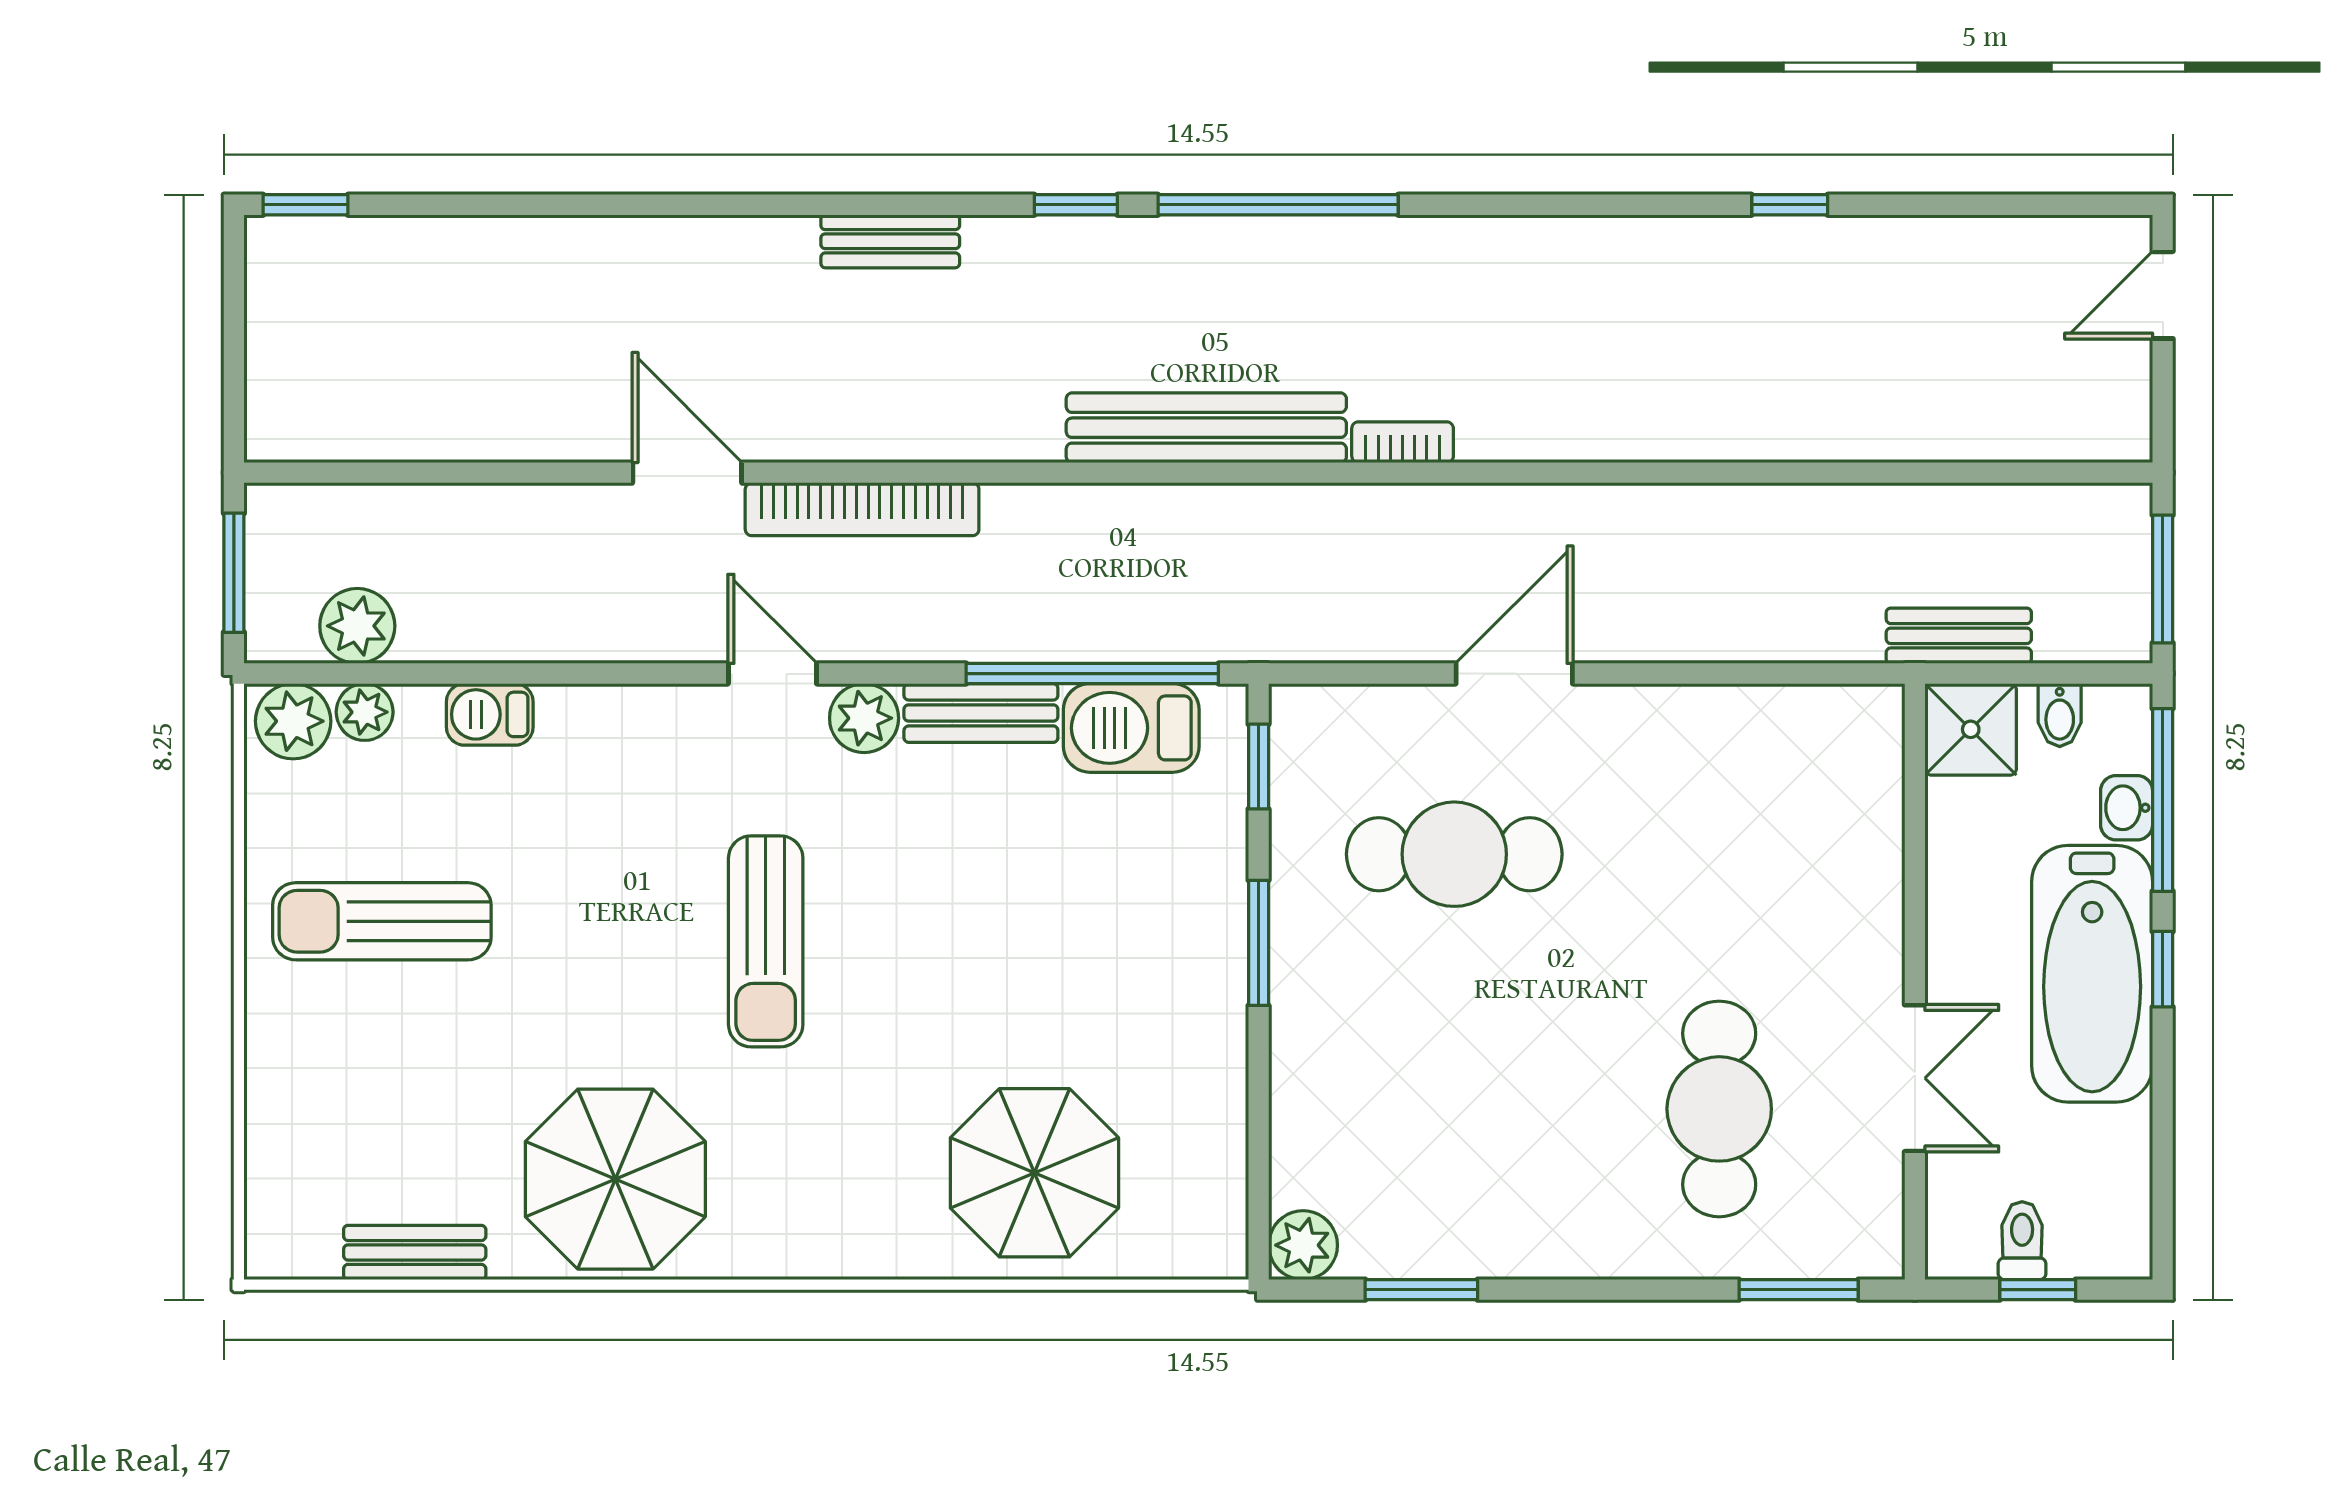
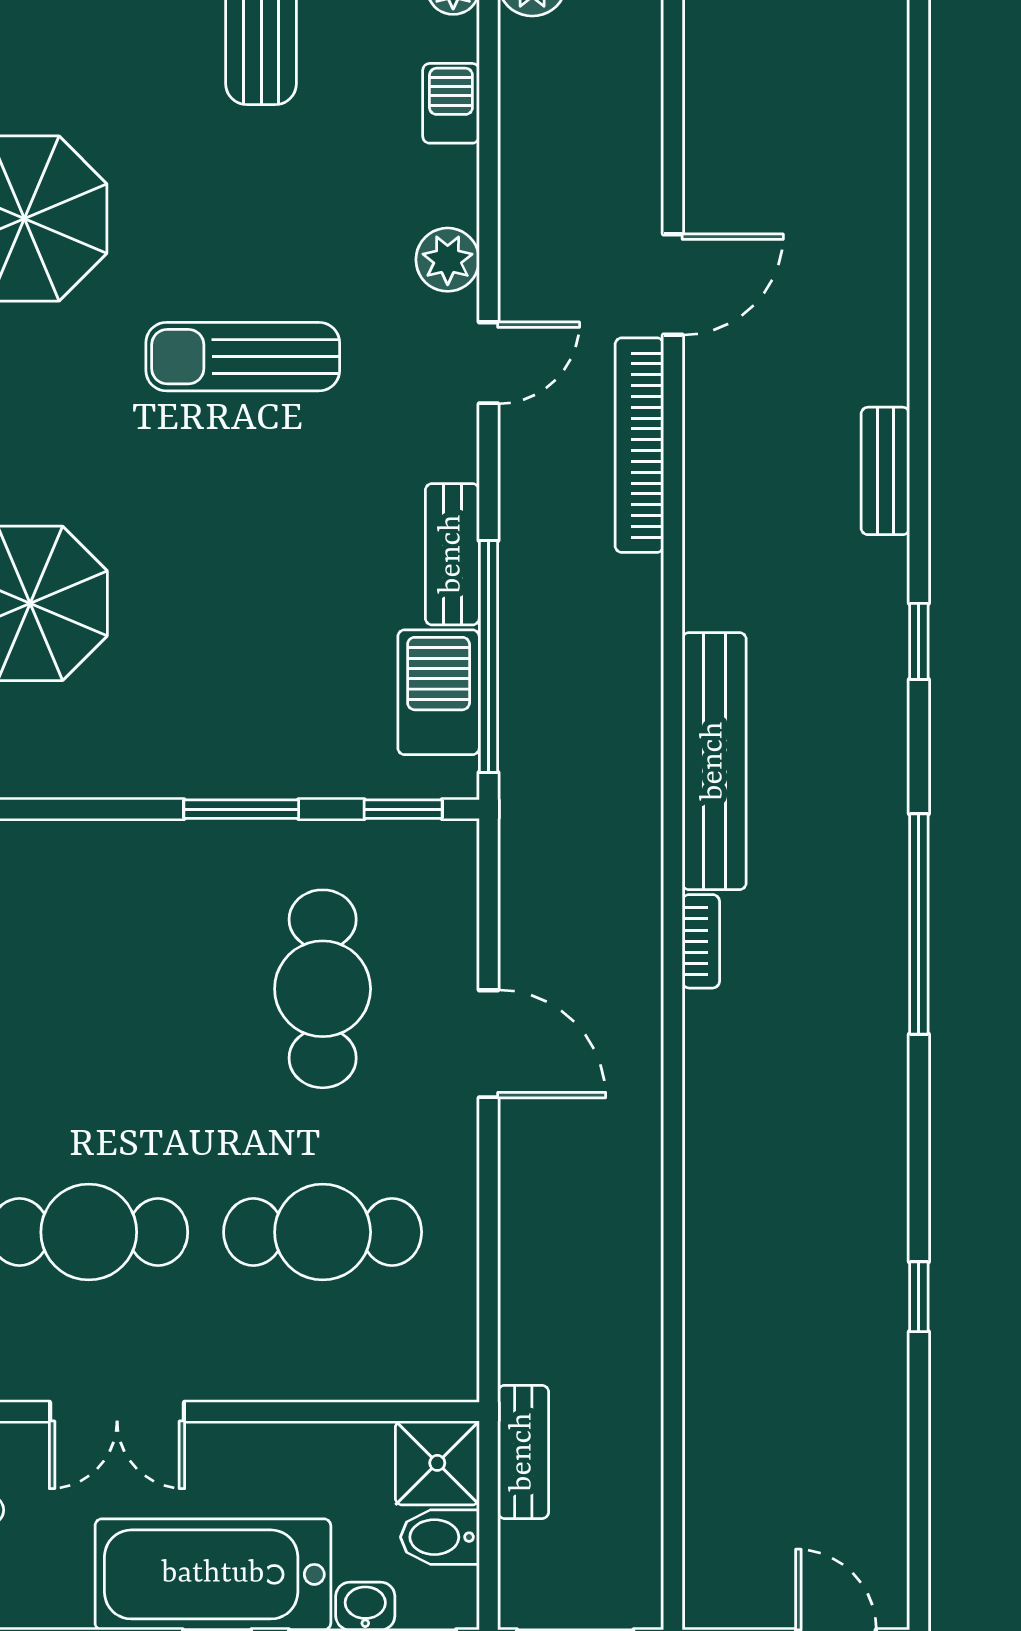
window: (1278, 205) -> (919, 924), moved
bidet: (2060, 715) -> (440, 1537), width x1.38, depth x1.36
plant: (864, 718) -> (448, 260), moved
cafe table: (1719, 854) -> (323, 1232), added

